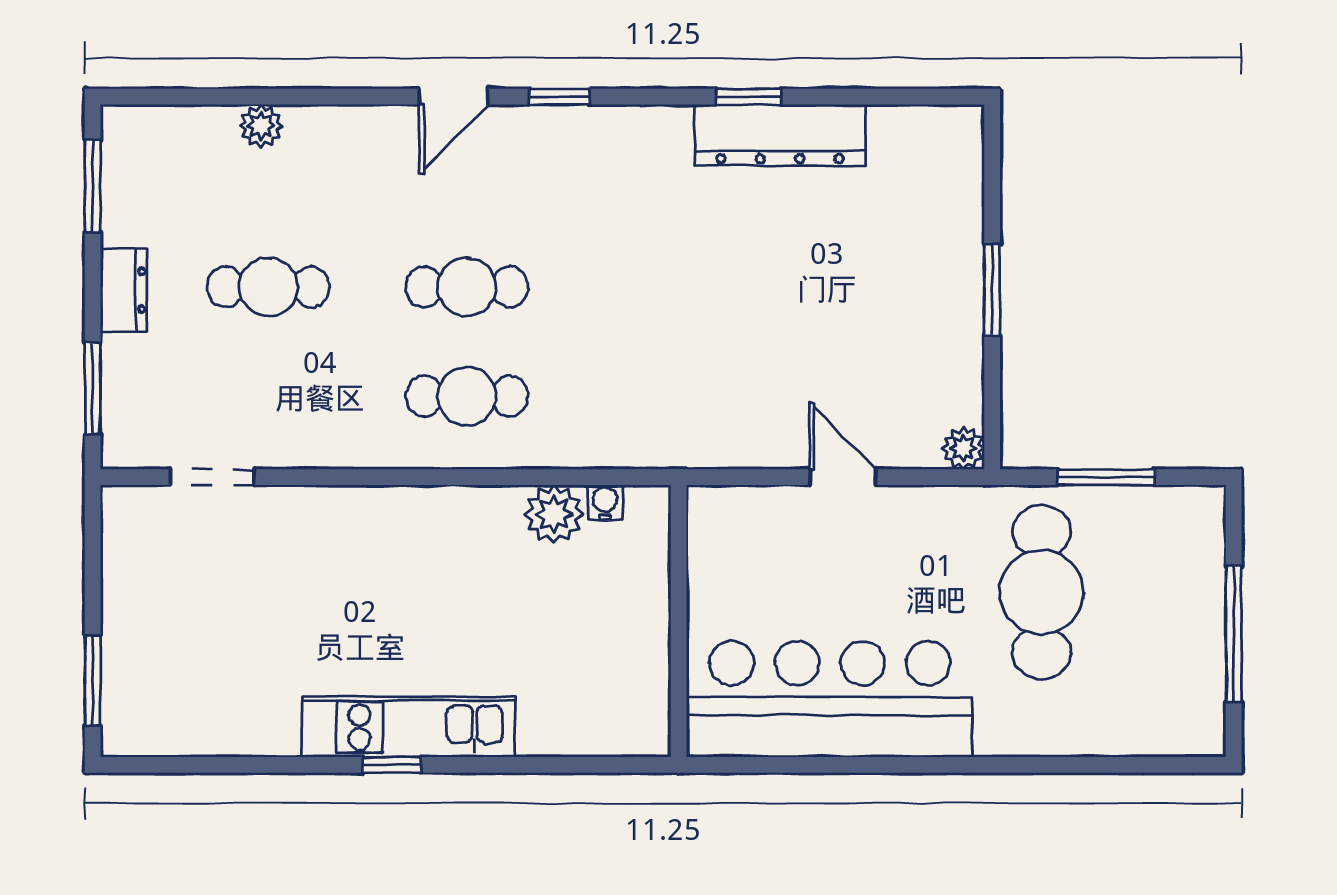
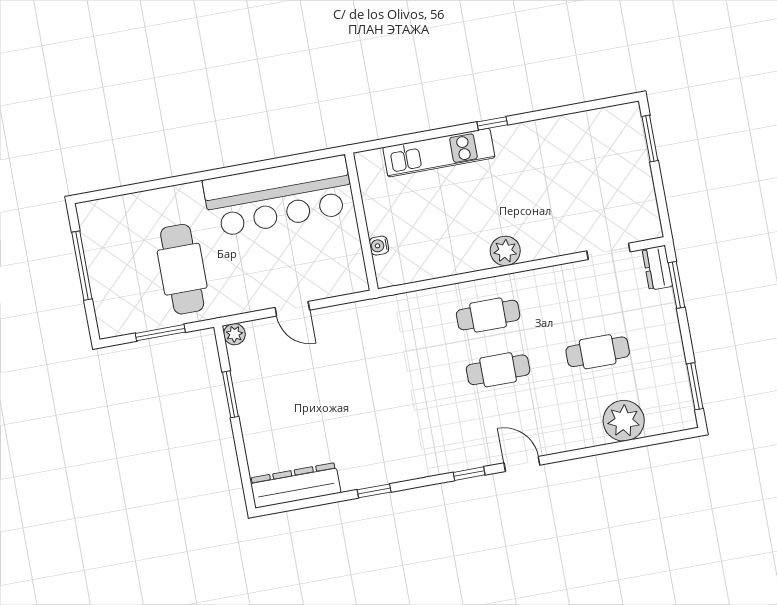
door: (454, 97) -> (522, 464), hinge flipped
plant: (261, 126) -> (624, 421), width x1.88, depth x1.88
dresser: (780, 135) -> (295, 485), moved
dresser: (124, 290) -> (657, 268), moved
window: (992, 290) -> (230, 394), moved
water cooler: (605, 502) -> (379, 246), moved, turned 90
plant: (554, 514) -> (505, 251), moved
kitchen unit: (409, 727) -> (439, 153), moved

